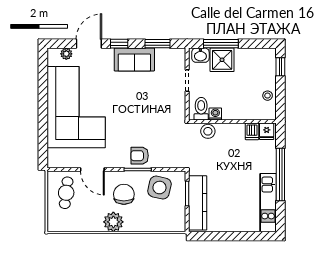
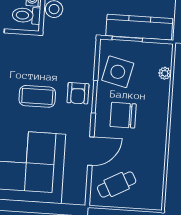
coffee table: (135, 122) -> (37, 96), added
cafe table: (66, 193) -> (117, 184), turned -35
plant: (113, 222) -> (165, 73), moved, width x0.53, depth x0.53

